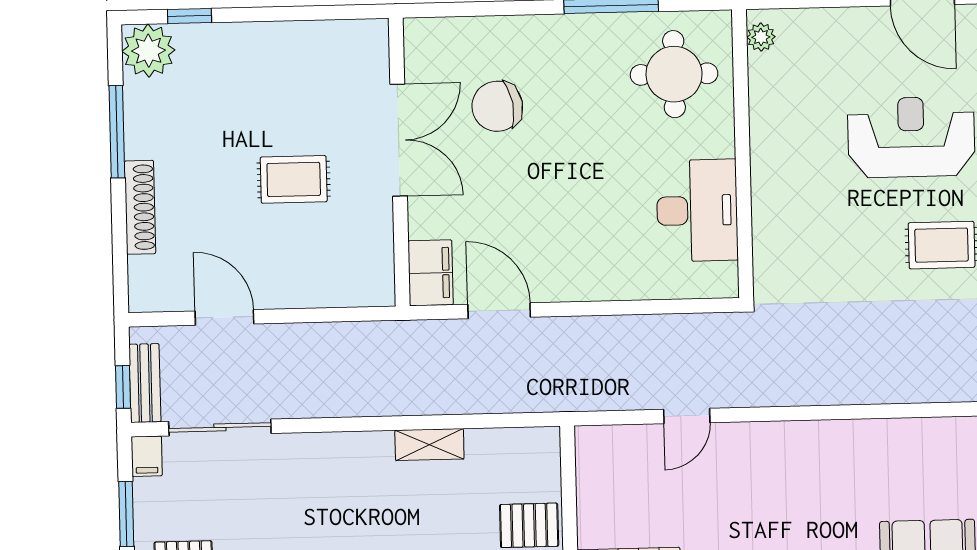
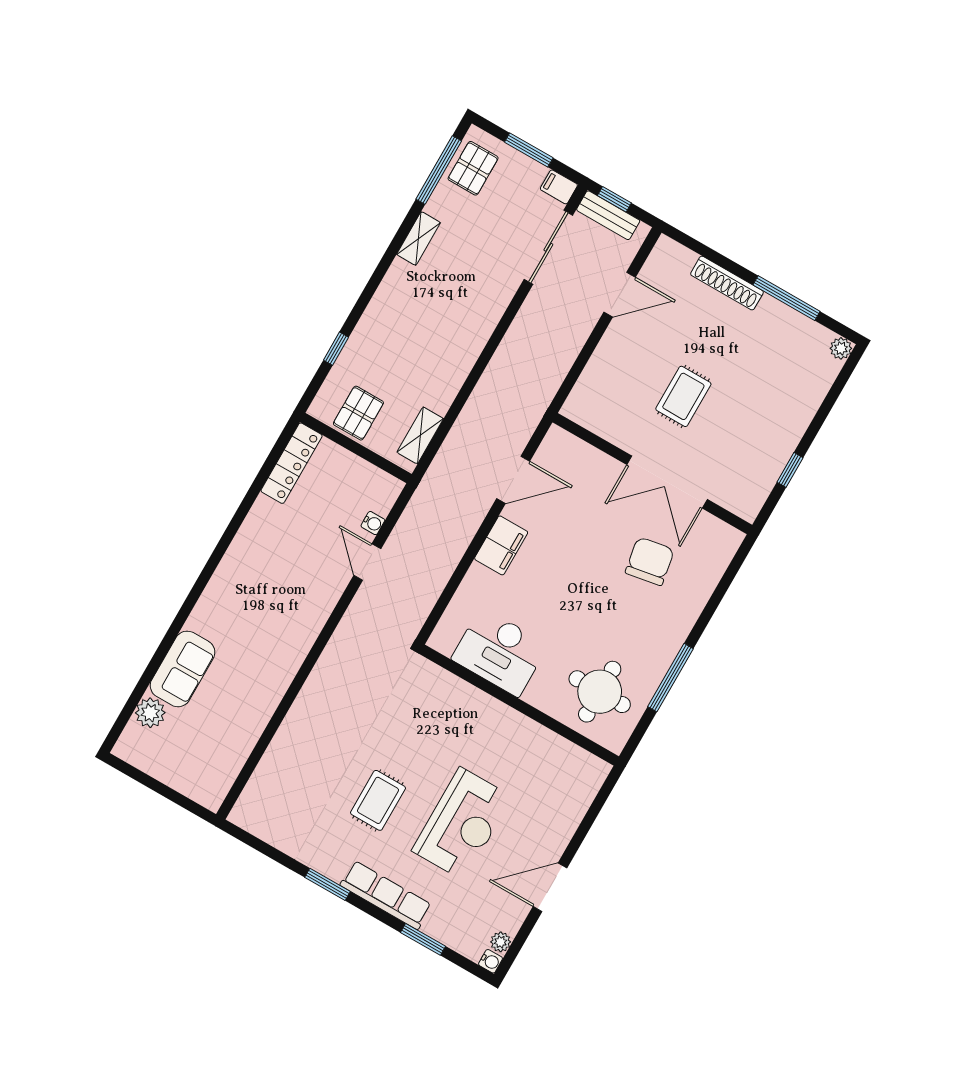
window: (190, 16) -> (790, 470), moved
plant: (761, 37) -> (589, 764), removed
plant: (148, 51) -> (841, 348), width x0.53, depth x0.53
filing cabinet: (431, 273) -> (501, 545), moved, turned -90
water cooler: (640, 436) -> (373, 523), added
shelving: (429, 445) -> (420, 435), moved

